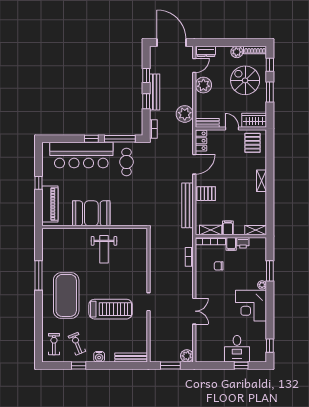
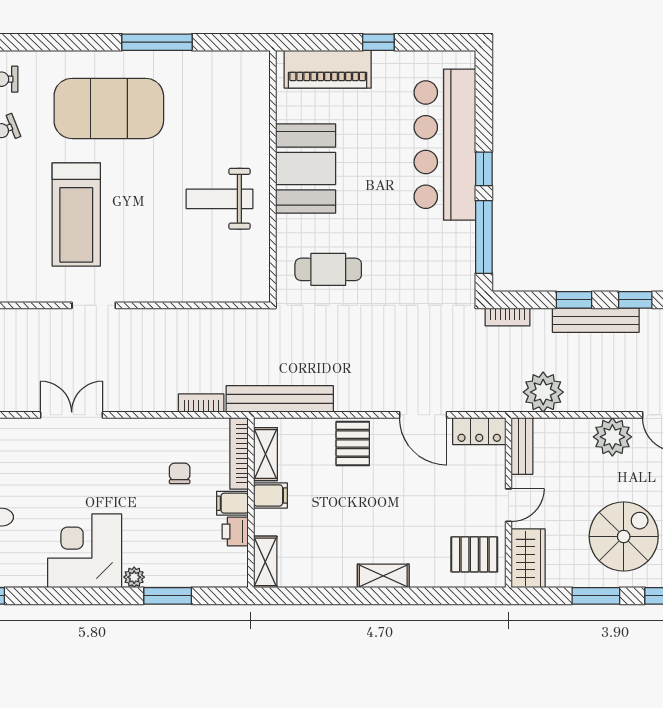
cafe table: (126, 162) -> (328, 269), moved
bench: (188, 205) -> (280, 399), moved
double door: (194, 311) -> (72, 415), swing flipped

